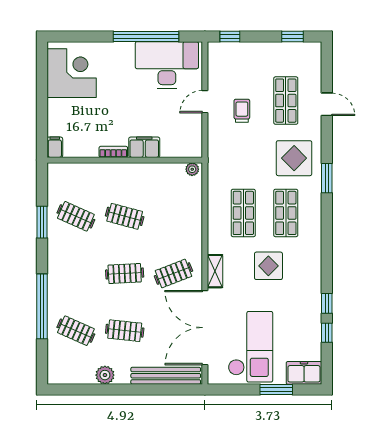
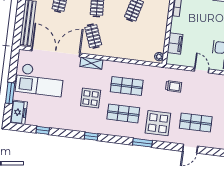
trolley: (242, 111) -> (174, 86), moved
filing cabinet: (144, 147) -> (175, 44), moved
window: (327, 303) -> (91, 136), moved

